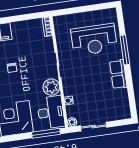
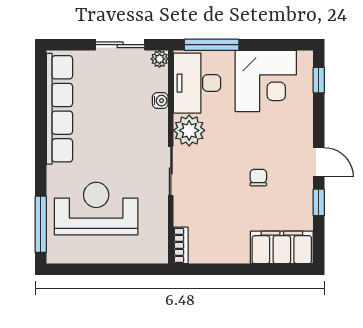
window: (125, 50) -> (41, 224), moved
row of seats: (118, 74) -> (59, 109), width x2.02

